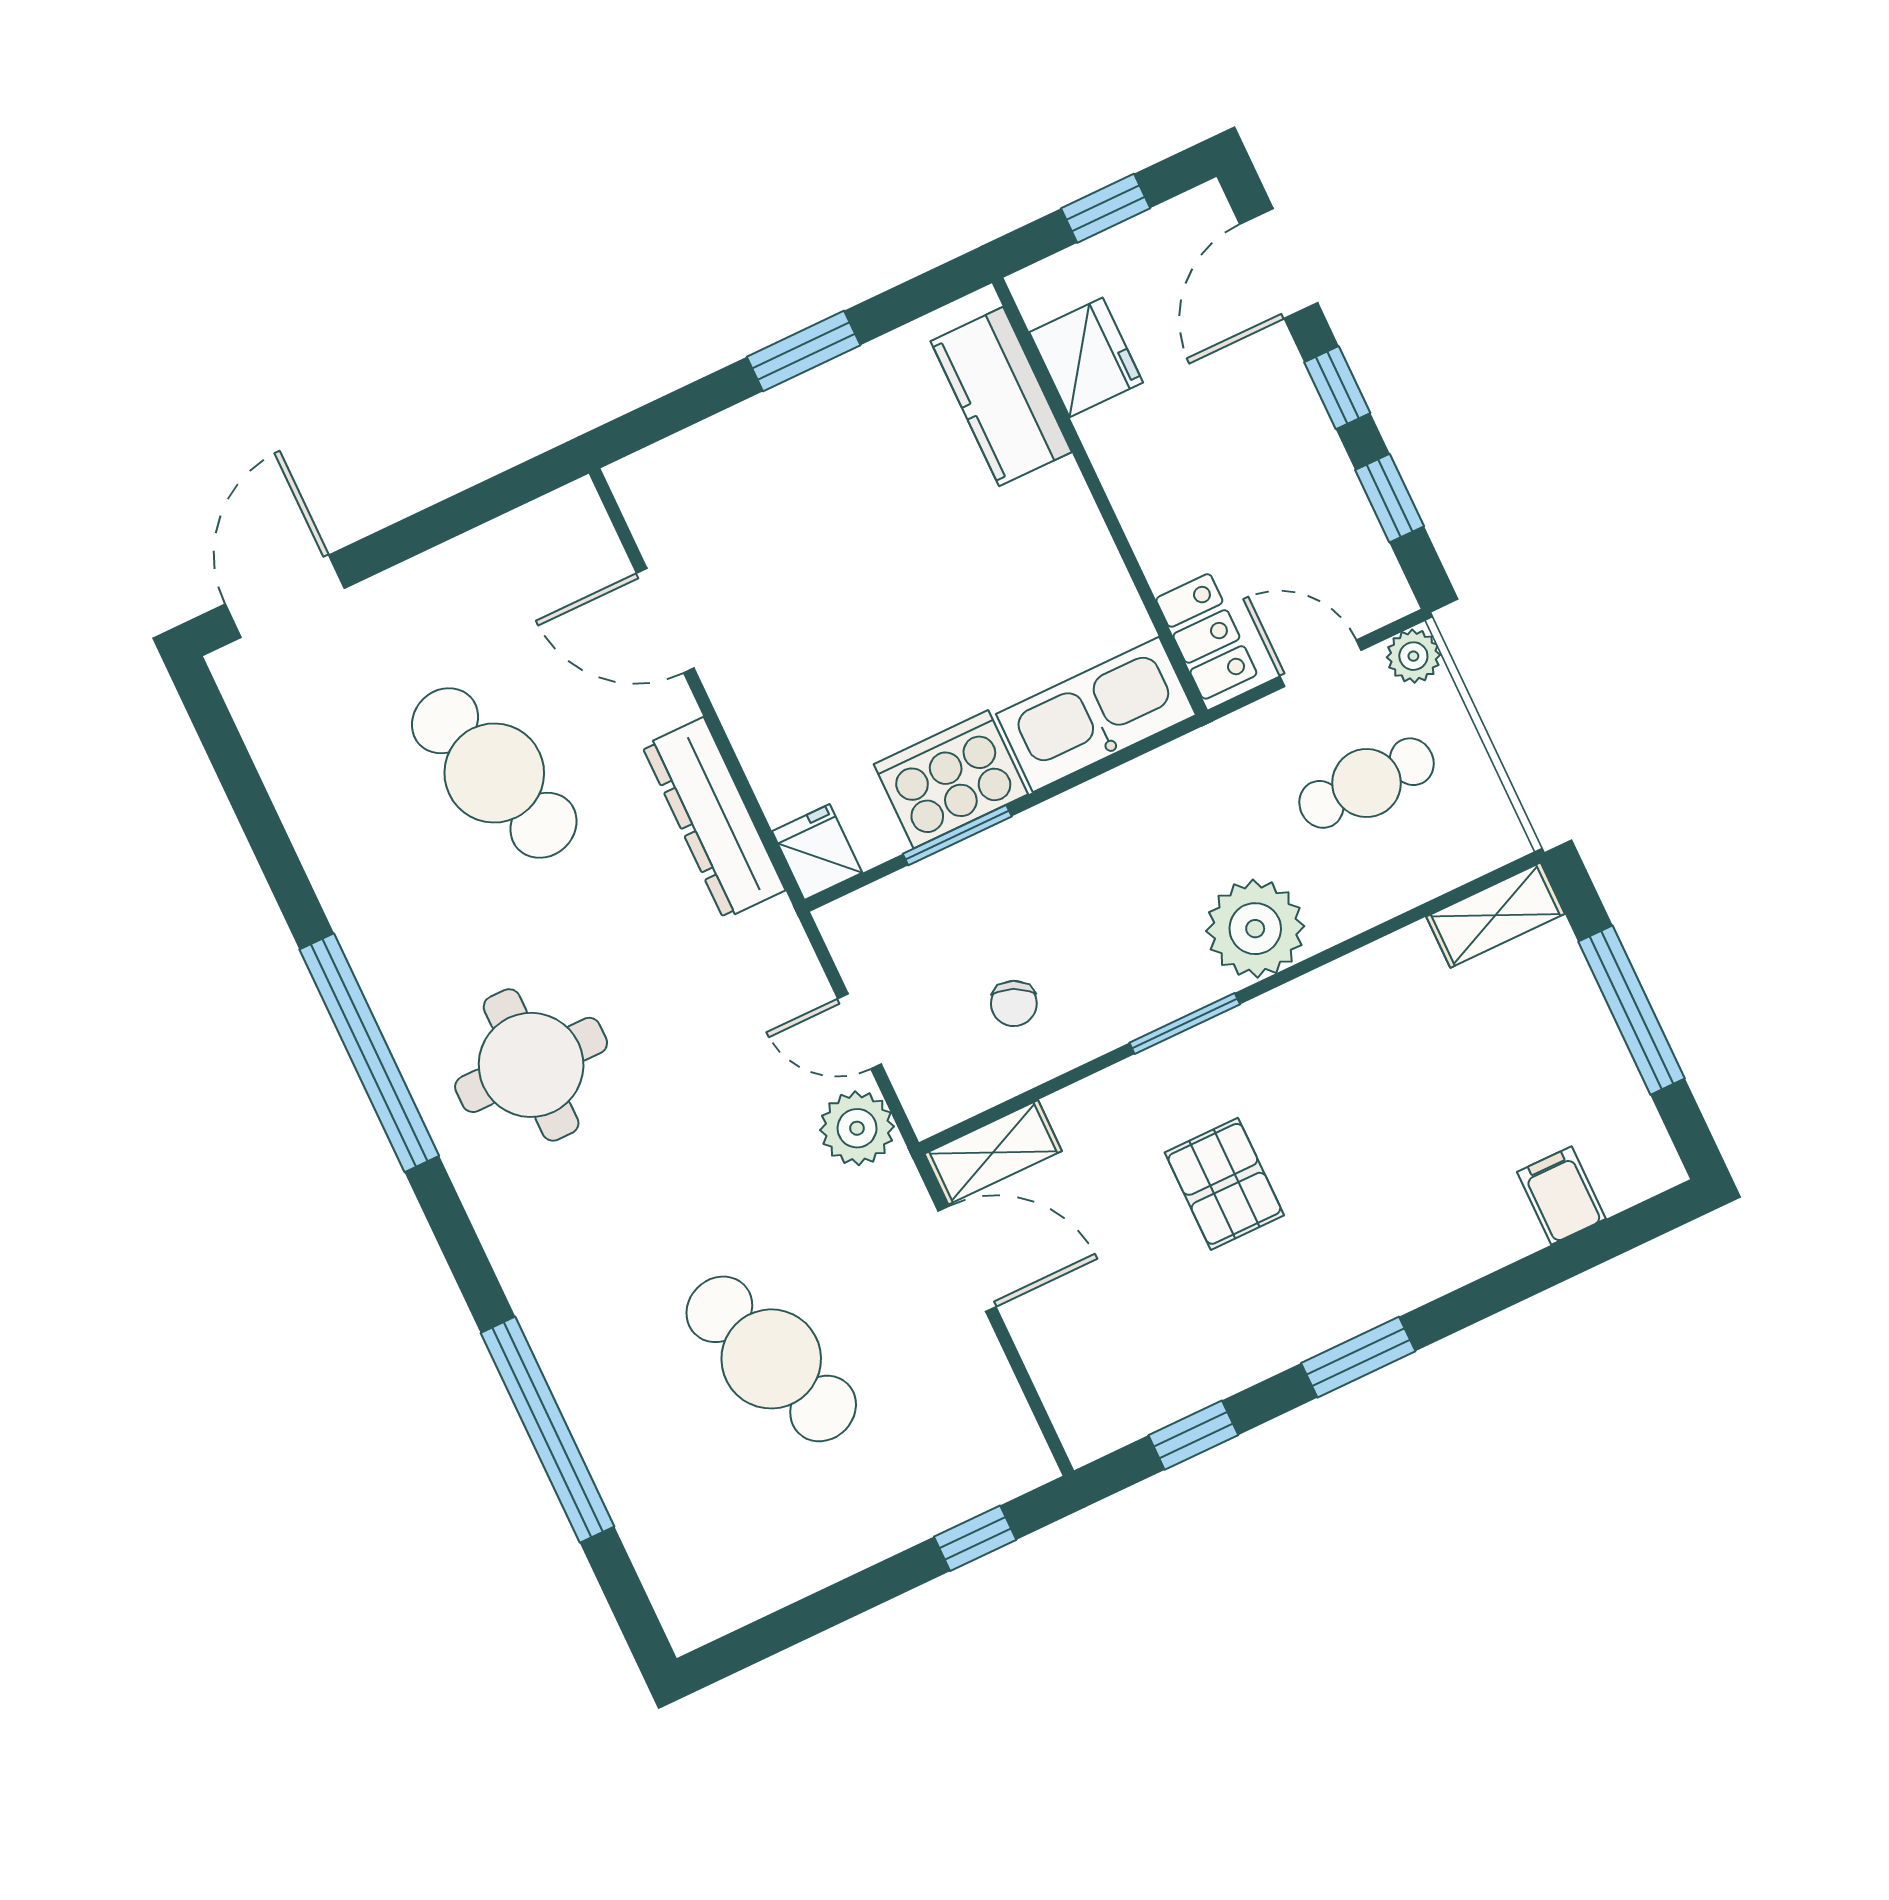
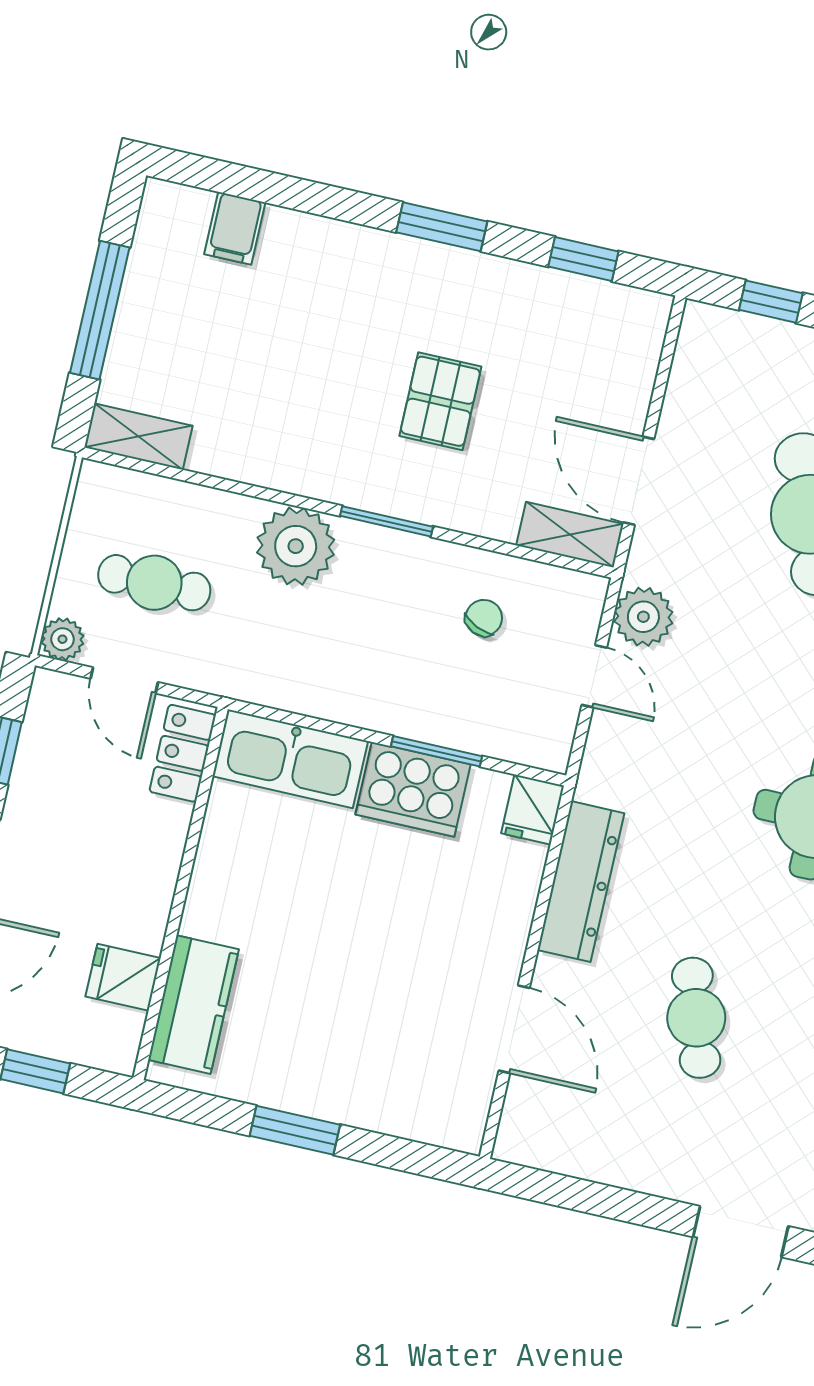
fridge: (1086, 357) -> (123, 977), width x0.72
cafe table: (494, 773) -> (696, 1018), width x0.73, depth x0.74

